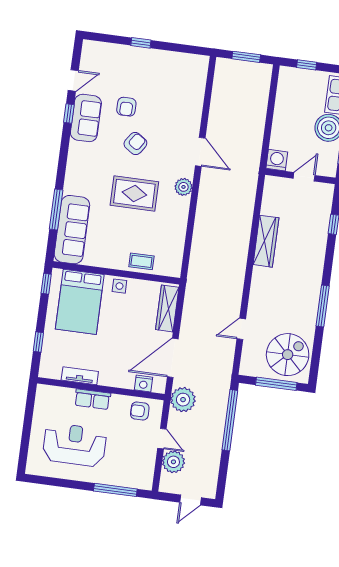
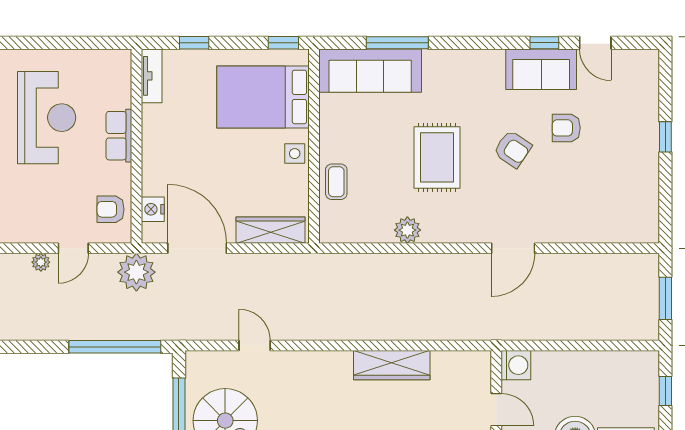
plant: (183, 187) -> (407, 230), moved
tv unit: (80, 376) -> (152, 76), moved
armchair: (140, 411) -> (111, 209), turned -90
plant: (173, 462) -> (41, 262), width x0.53, depth x0.53

